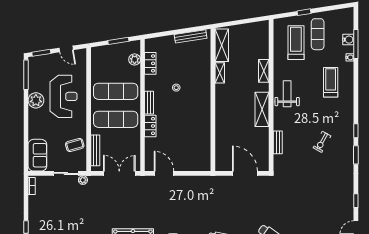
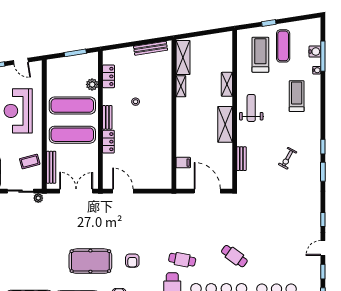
plant: (135, 59) -> (92, 84), moved
reception desk: (64, 96) -> (18, 111), turned 180
filing cabinet: (222, 146) -> (183, 163), added

